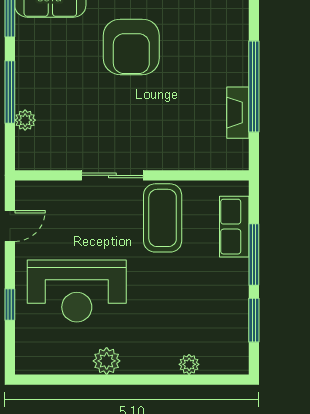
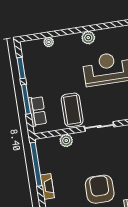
window: (254, 87) -> (36, 164), moved
fireplace: (238, 113) -> (47, 186), moved
plant: (184, 157) -> (66, 141), added

